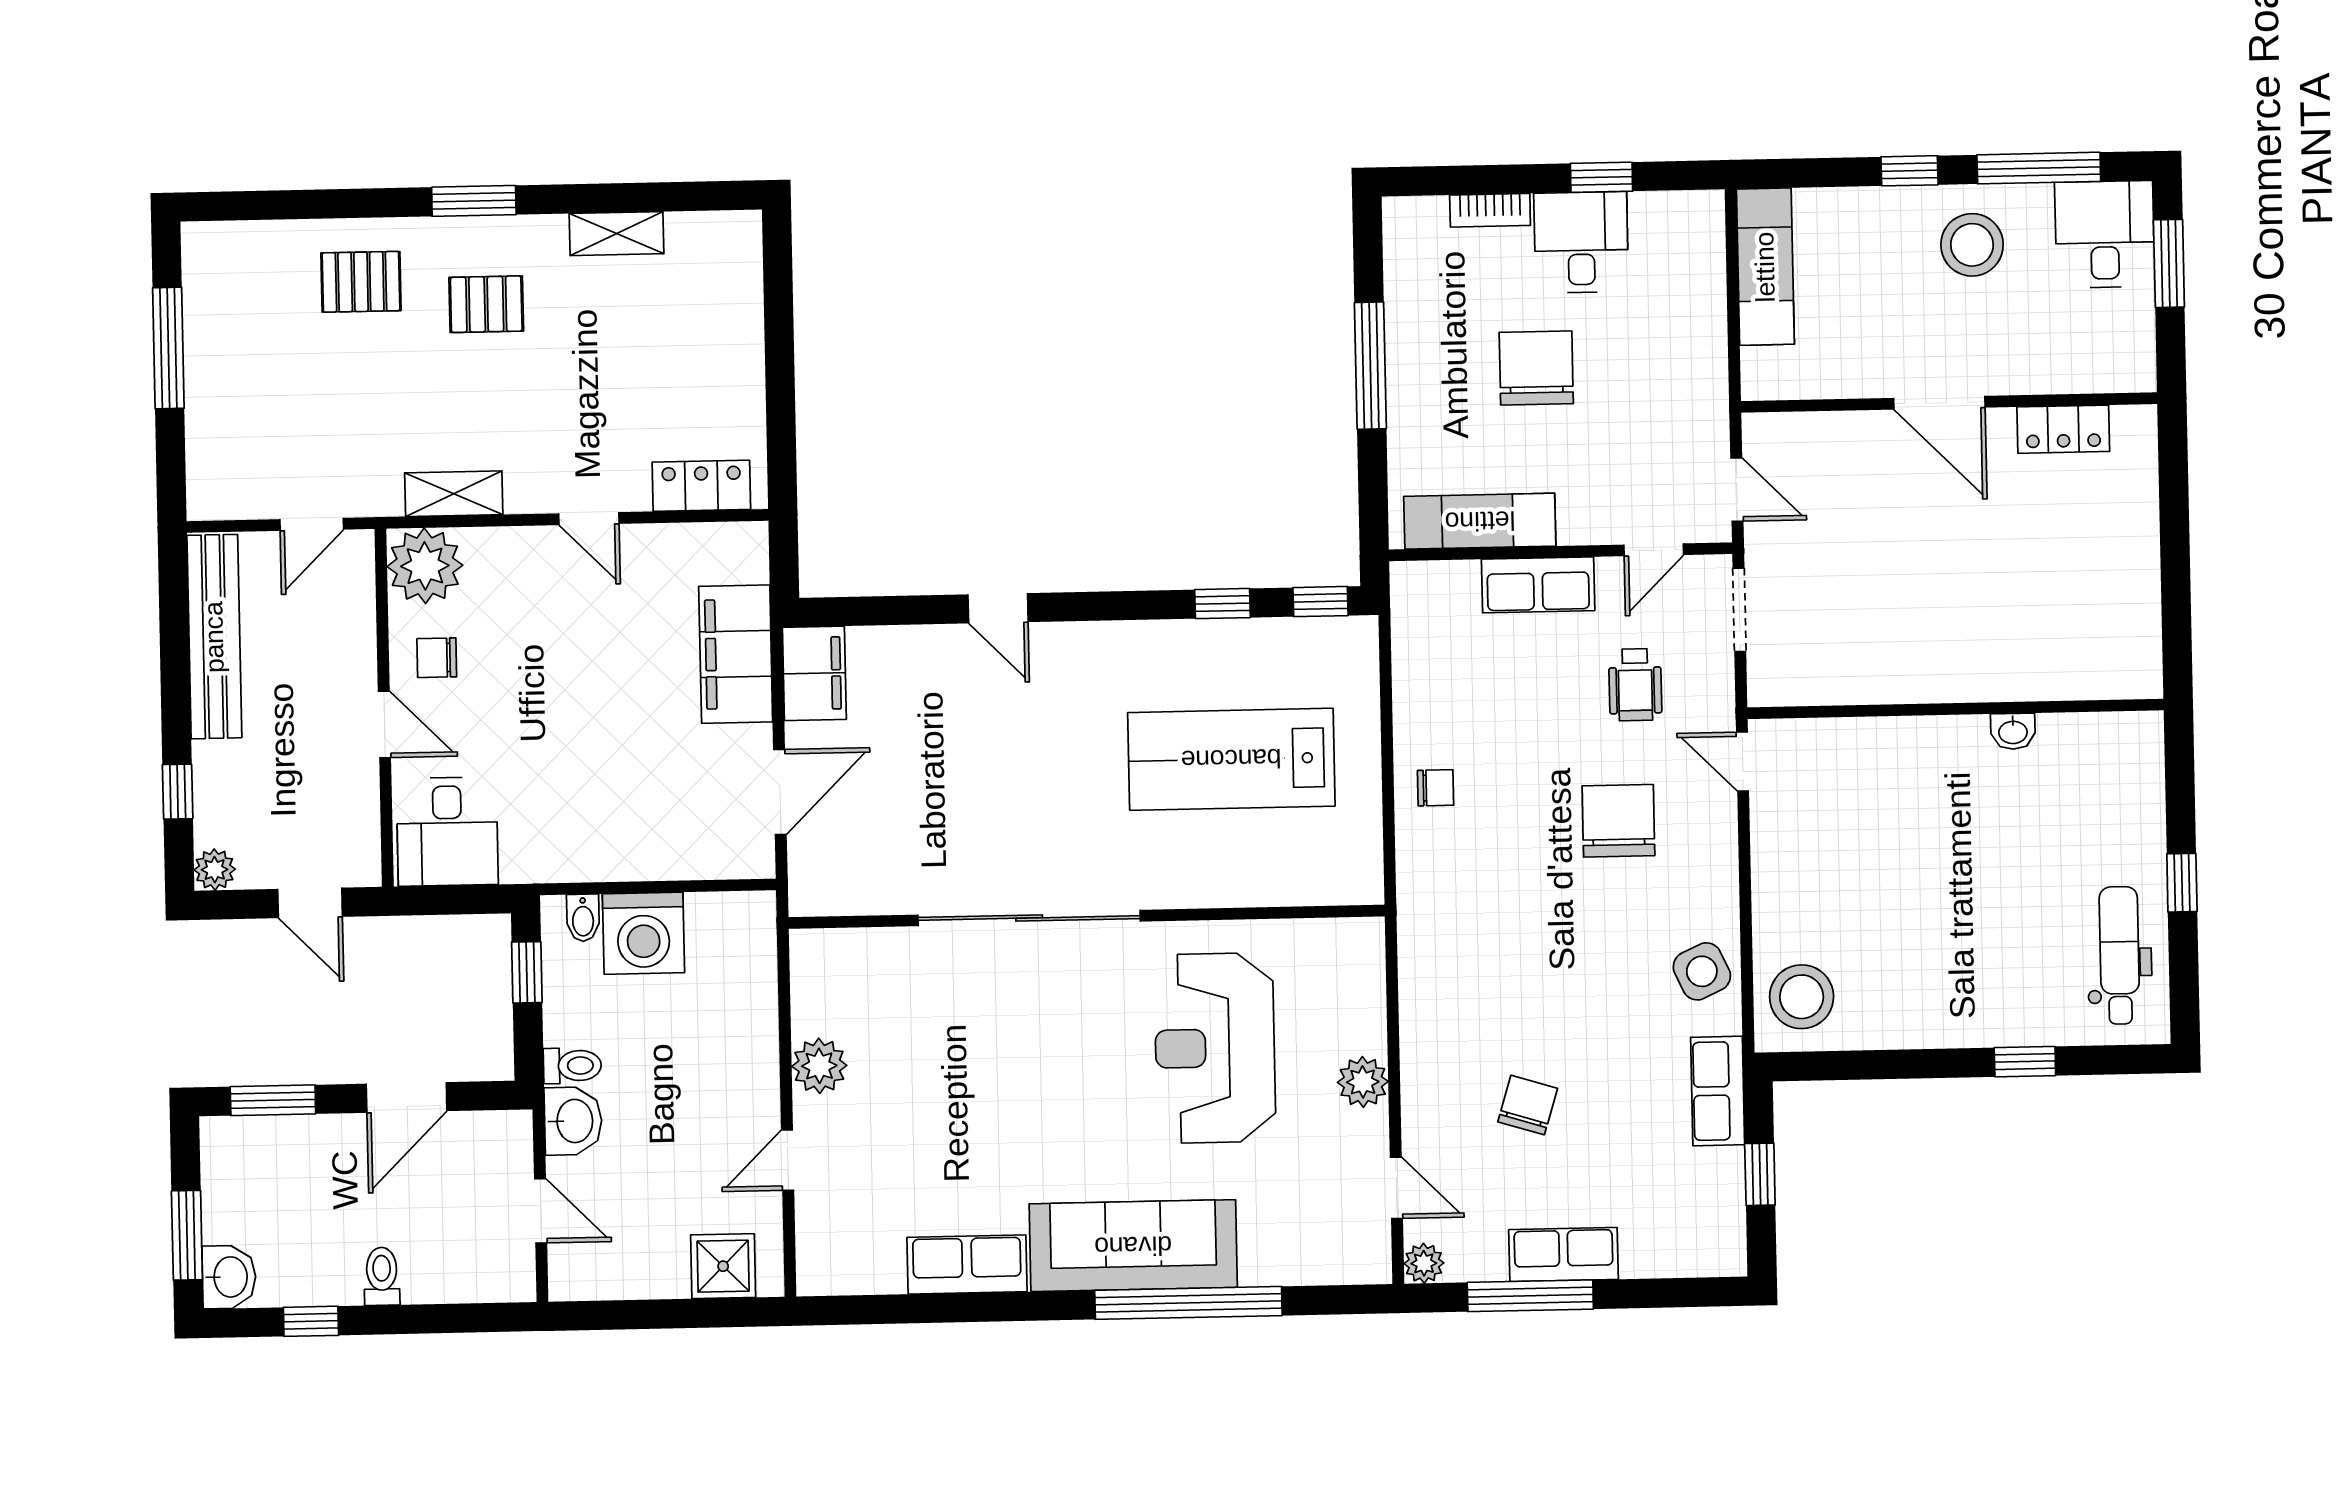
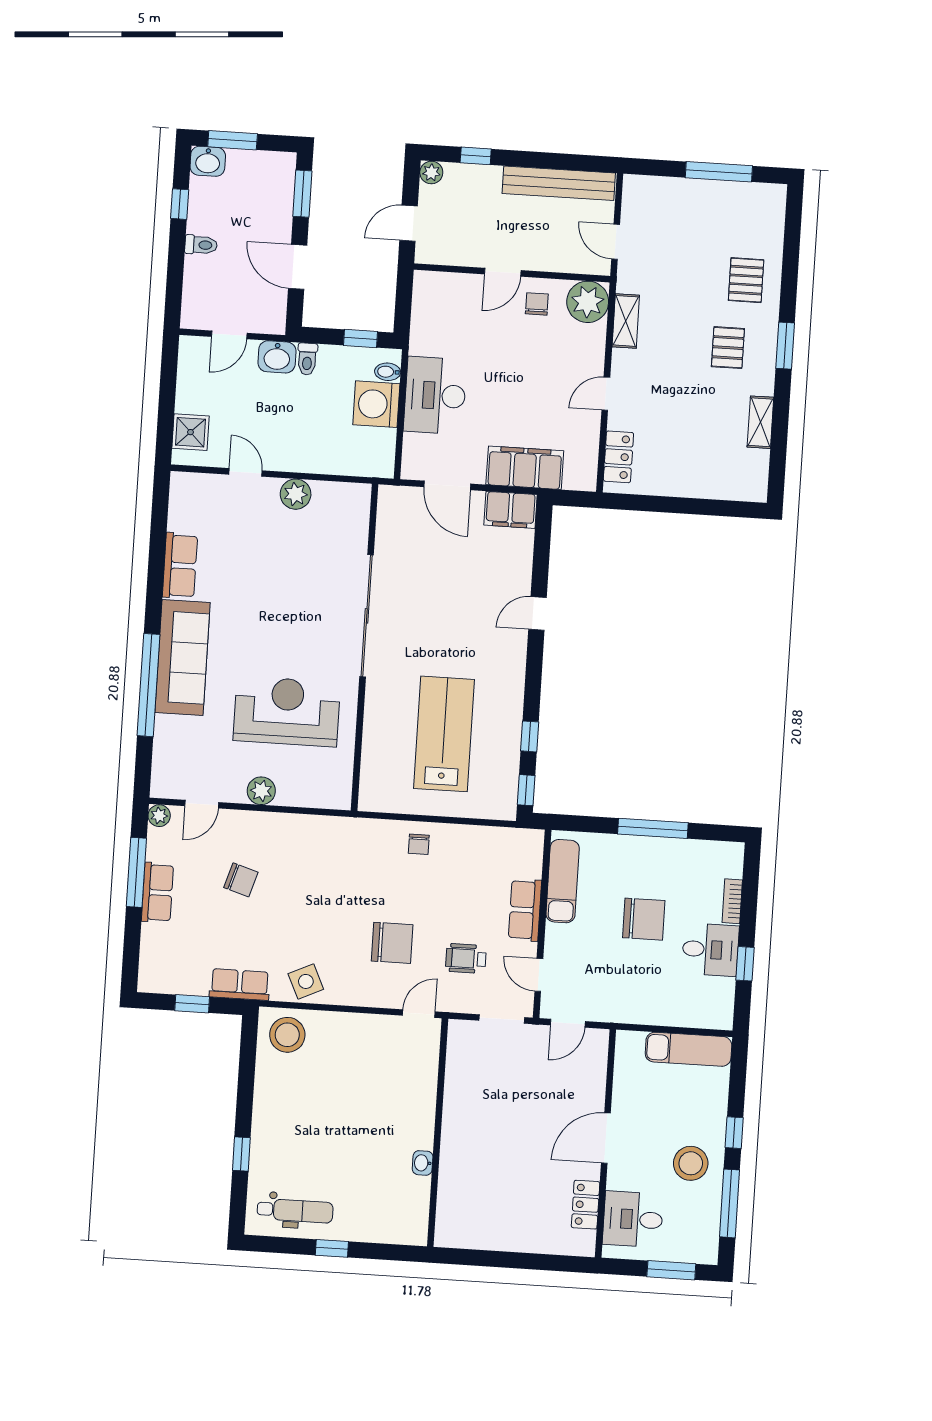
desk: (2105, 234) -> (633, 1219), moved, turned 180
desk: (447, 832) -> (435, 395), moved, width x1.37

